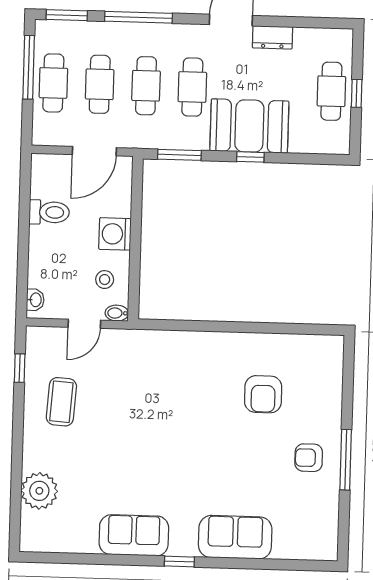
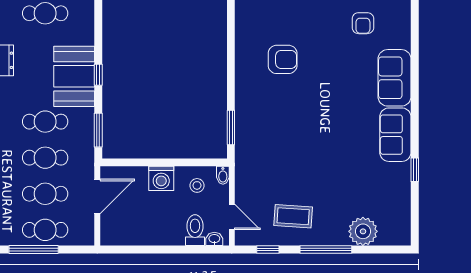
door: (94, 151) -> (97, 196), hinge flipped
toilet: (49, 212) -> (195, 230), moved
door: (84, 324) -> (232, 217), moved
window: (178, 325) -> (231, 127), added
window: (17, 443) -> (326, 250), added
armchair: (309, 458) -> (363, 23), moved
sofa: (134, 535) -> (395, 135), moved
window: (179, 562) -> (415, 170), moved

